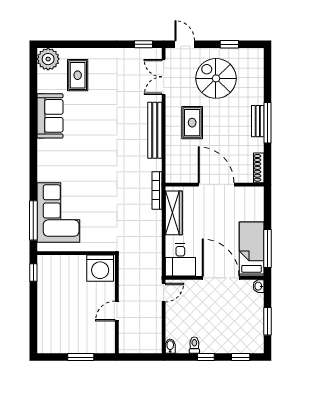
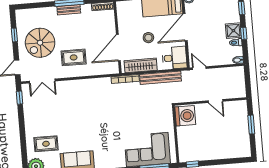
bench: (155, 130) -> (160, 78), moved
door: (216, 185) -> (118, 48), moved
stool: (211, 227) -> (148, 38), added
shower: (211, 343) -> (233, 31), added

